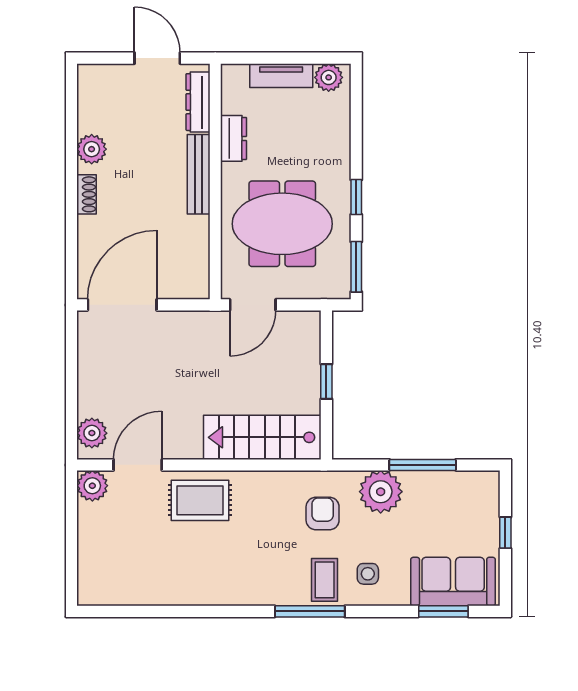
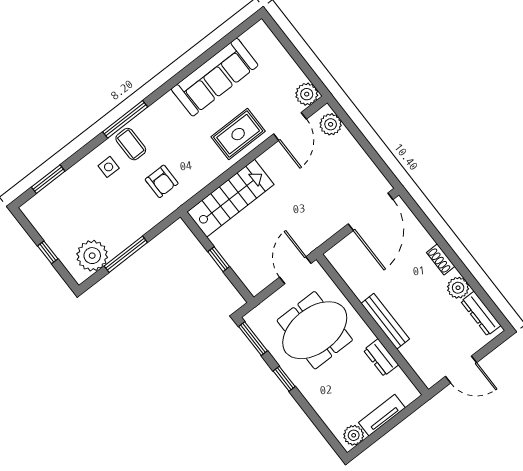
dresser: (198, 102) -> (481, 313), moved, turned 180
plant: (381, 492) -> (92, 256), moved
sofa: (453, 582) -> (215, 77), moved, width x1.36

